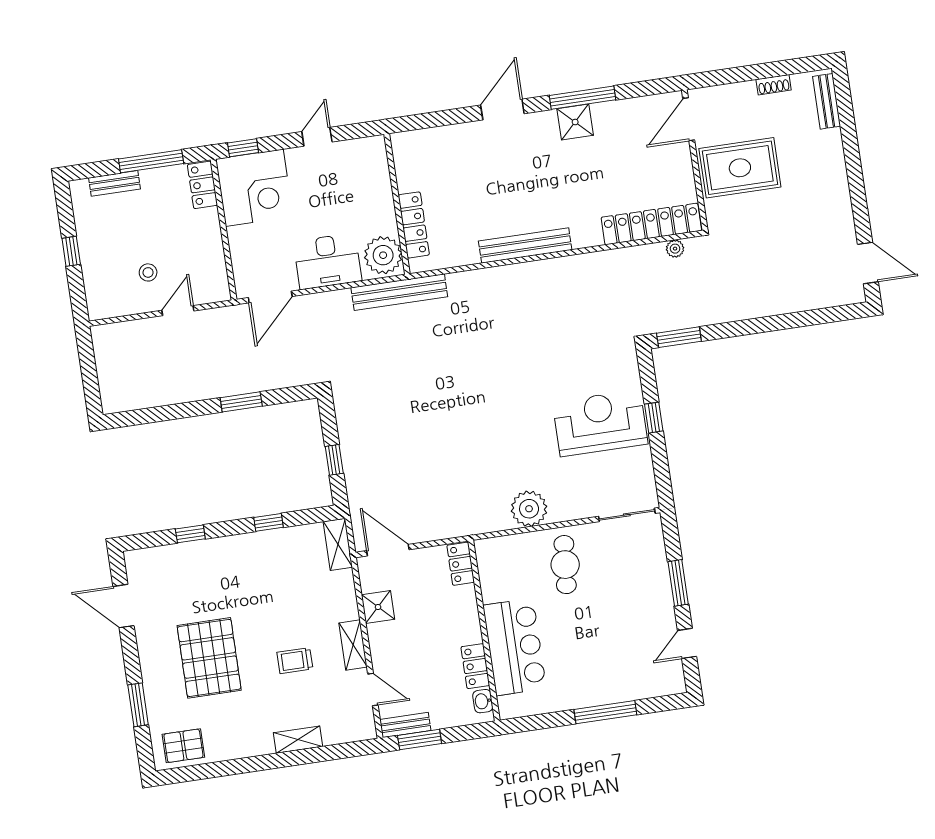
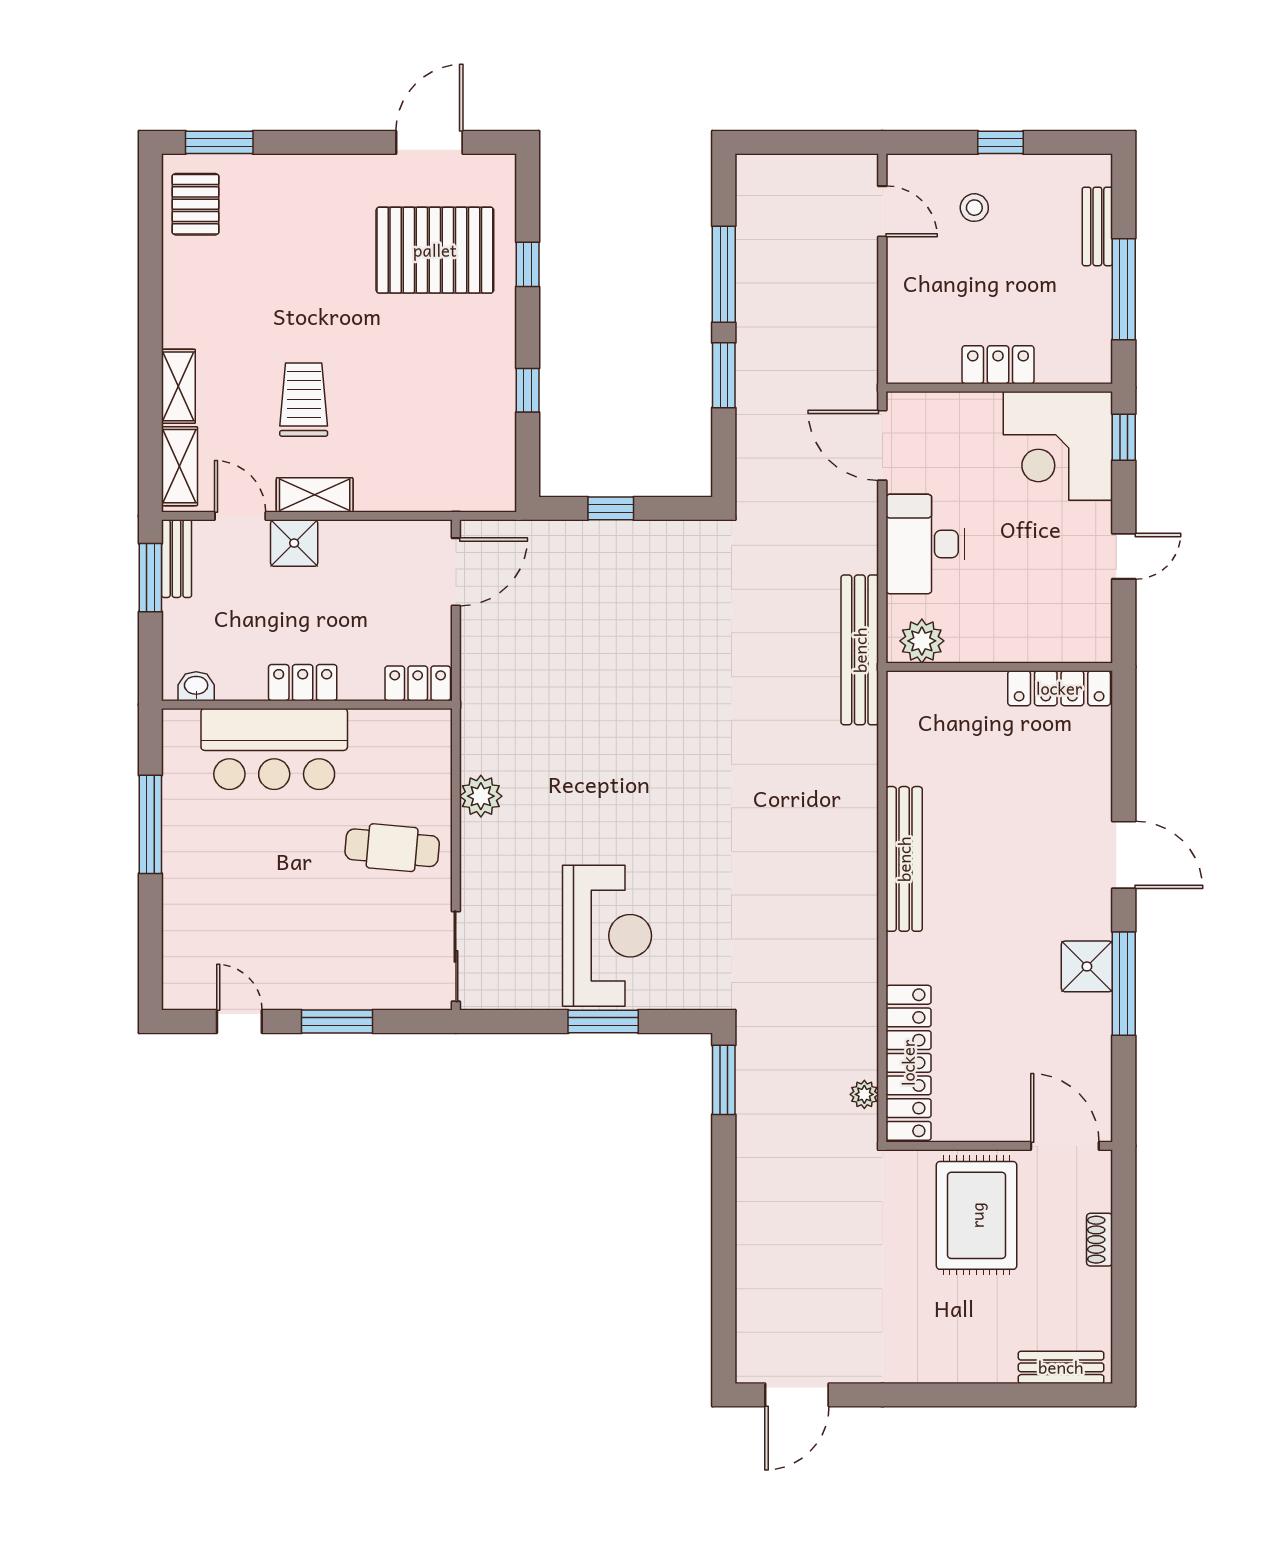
shoe rack: (774, 85) -> (1100, 1240), moved
door: (317, 137) -> (1124, 556), hinge flipped
locker: (202, 185) -> (998, 365), moved
locker: (414, 225) -> (1059, 688), moved
plant: (383, 255) -> (922, 641), width x0.73, depth x0.73
stool: (148, 272) -> (974, 208), moved
door: (178, 311) -> (882, 211), moved
window: (178, 411) -> (724, 274), added
window: (654, 418) -> (603, 1021), width x1.50
plant: (529, 509) -> (481, 796), width x0.73, depth x0.73
shelving: (338, 544) -> (180, 466), moved, turned 90
shower: (378, 607) -> (294, 543), moved
pallet: (209, 658) -> (435, 250), moved
trolley: (295, 661) -> (304, 400), width x1.36, depth x1.39
locker: (475, 666) -> (303, 683), moved
door: (373, 689) -> (240, 516), swing flipped
window: (138, 705) -> (219, 142), moved
window: (605, 712) -> (150, 824), moved

